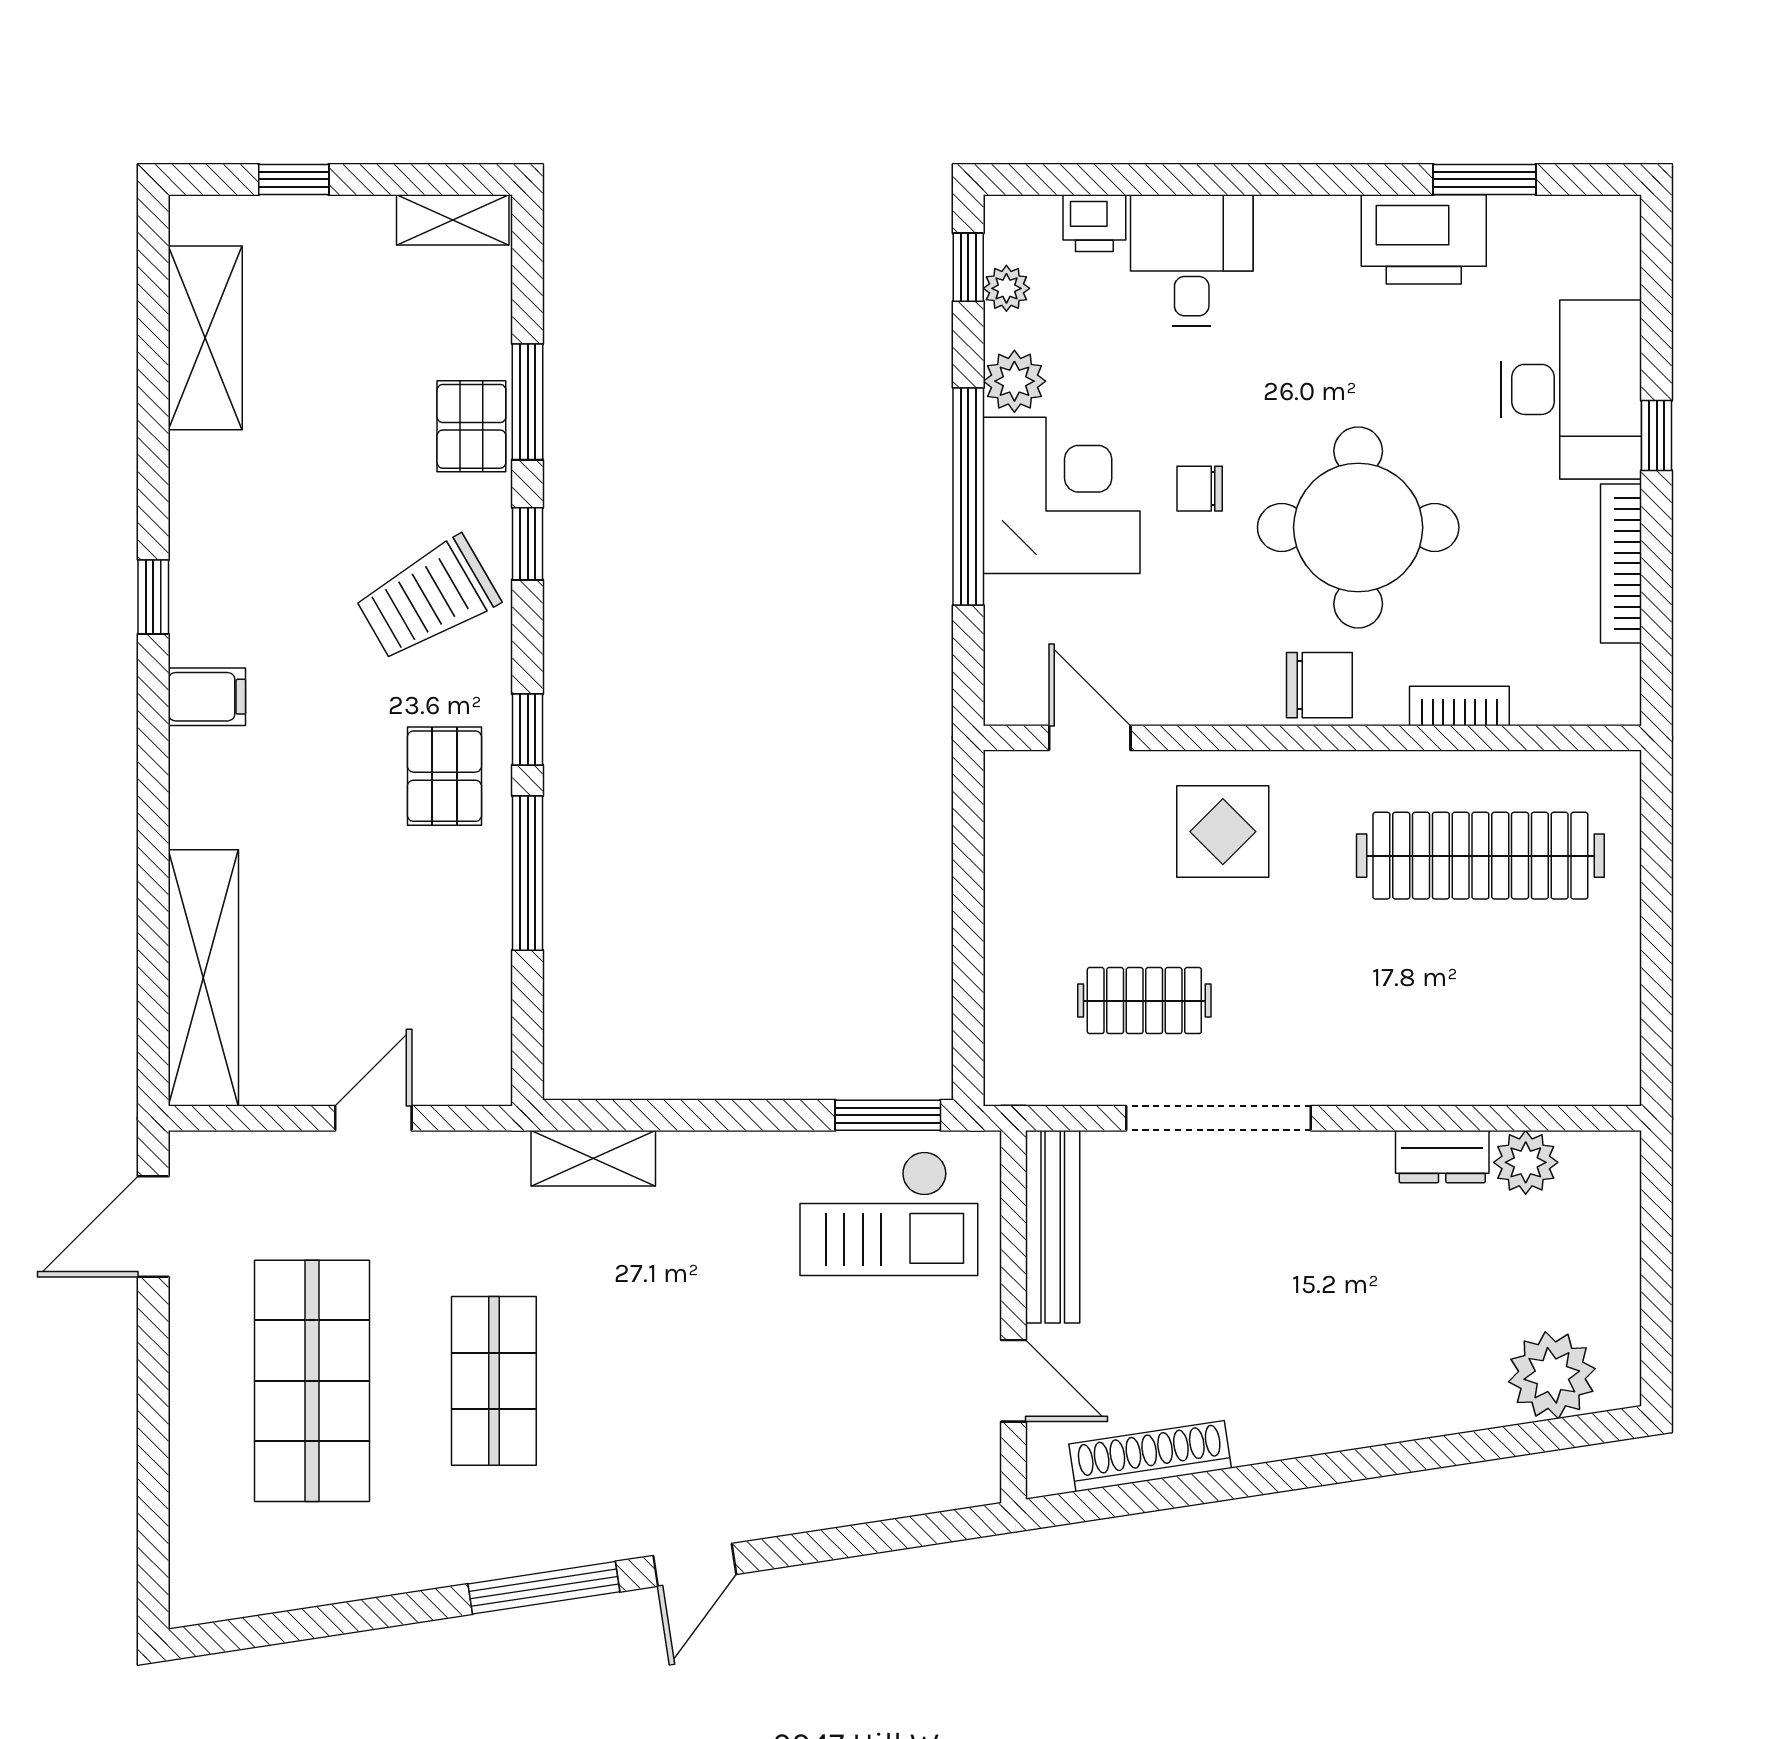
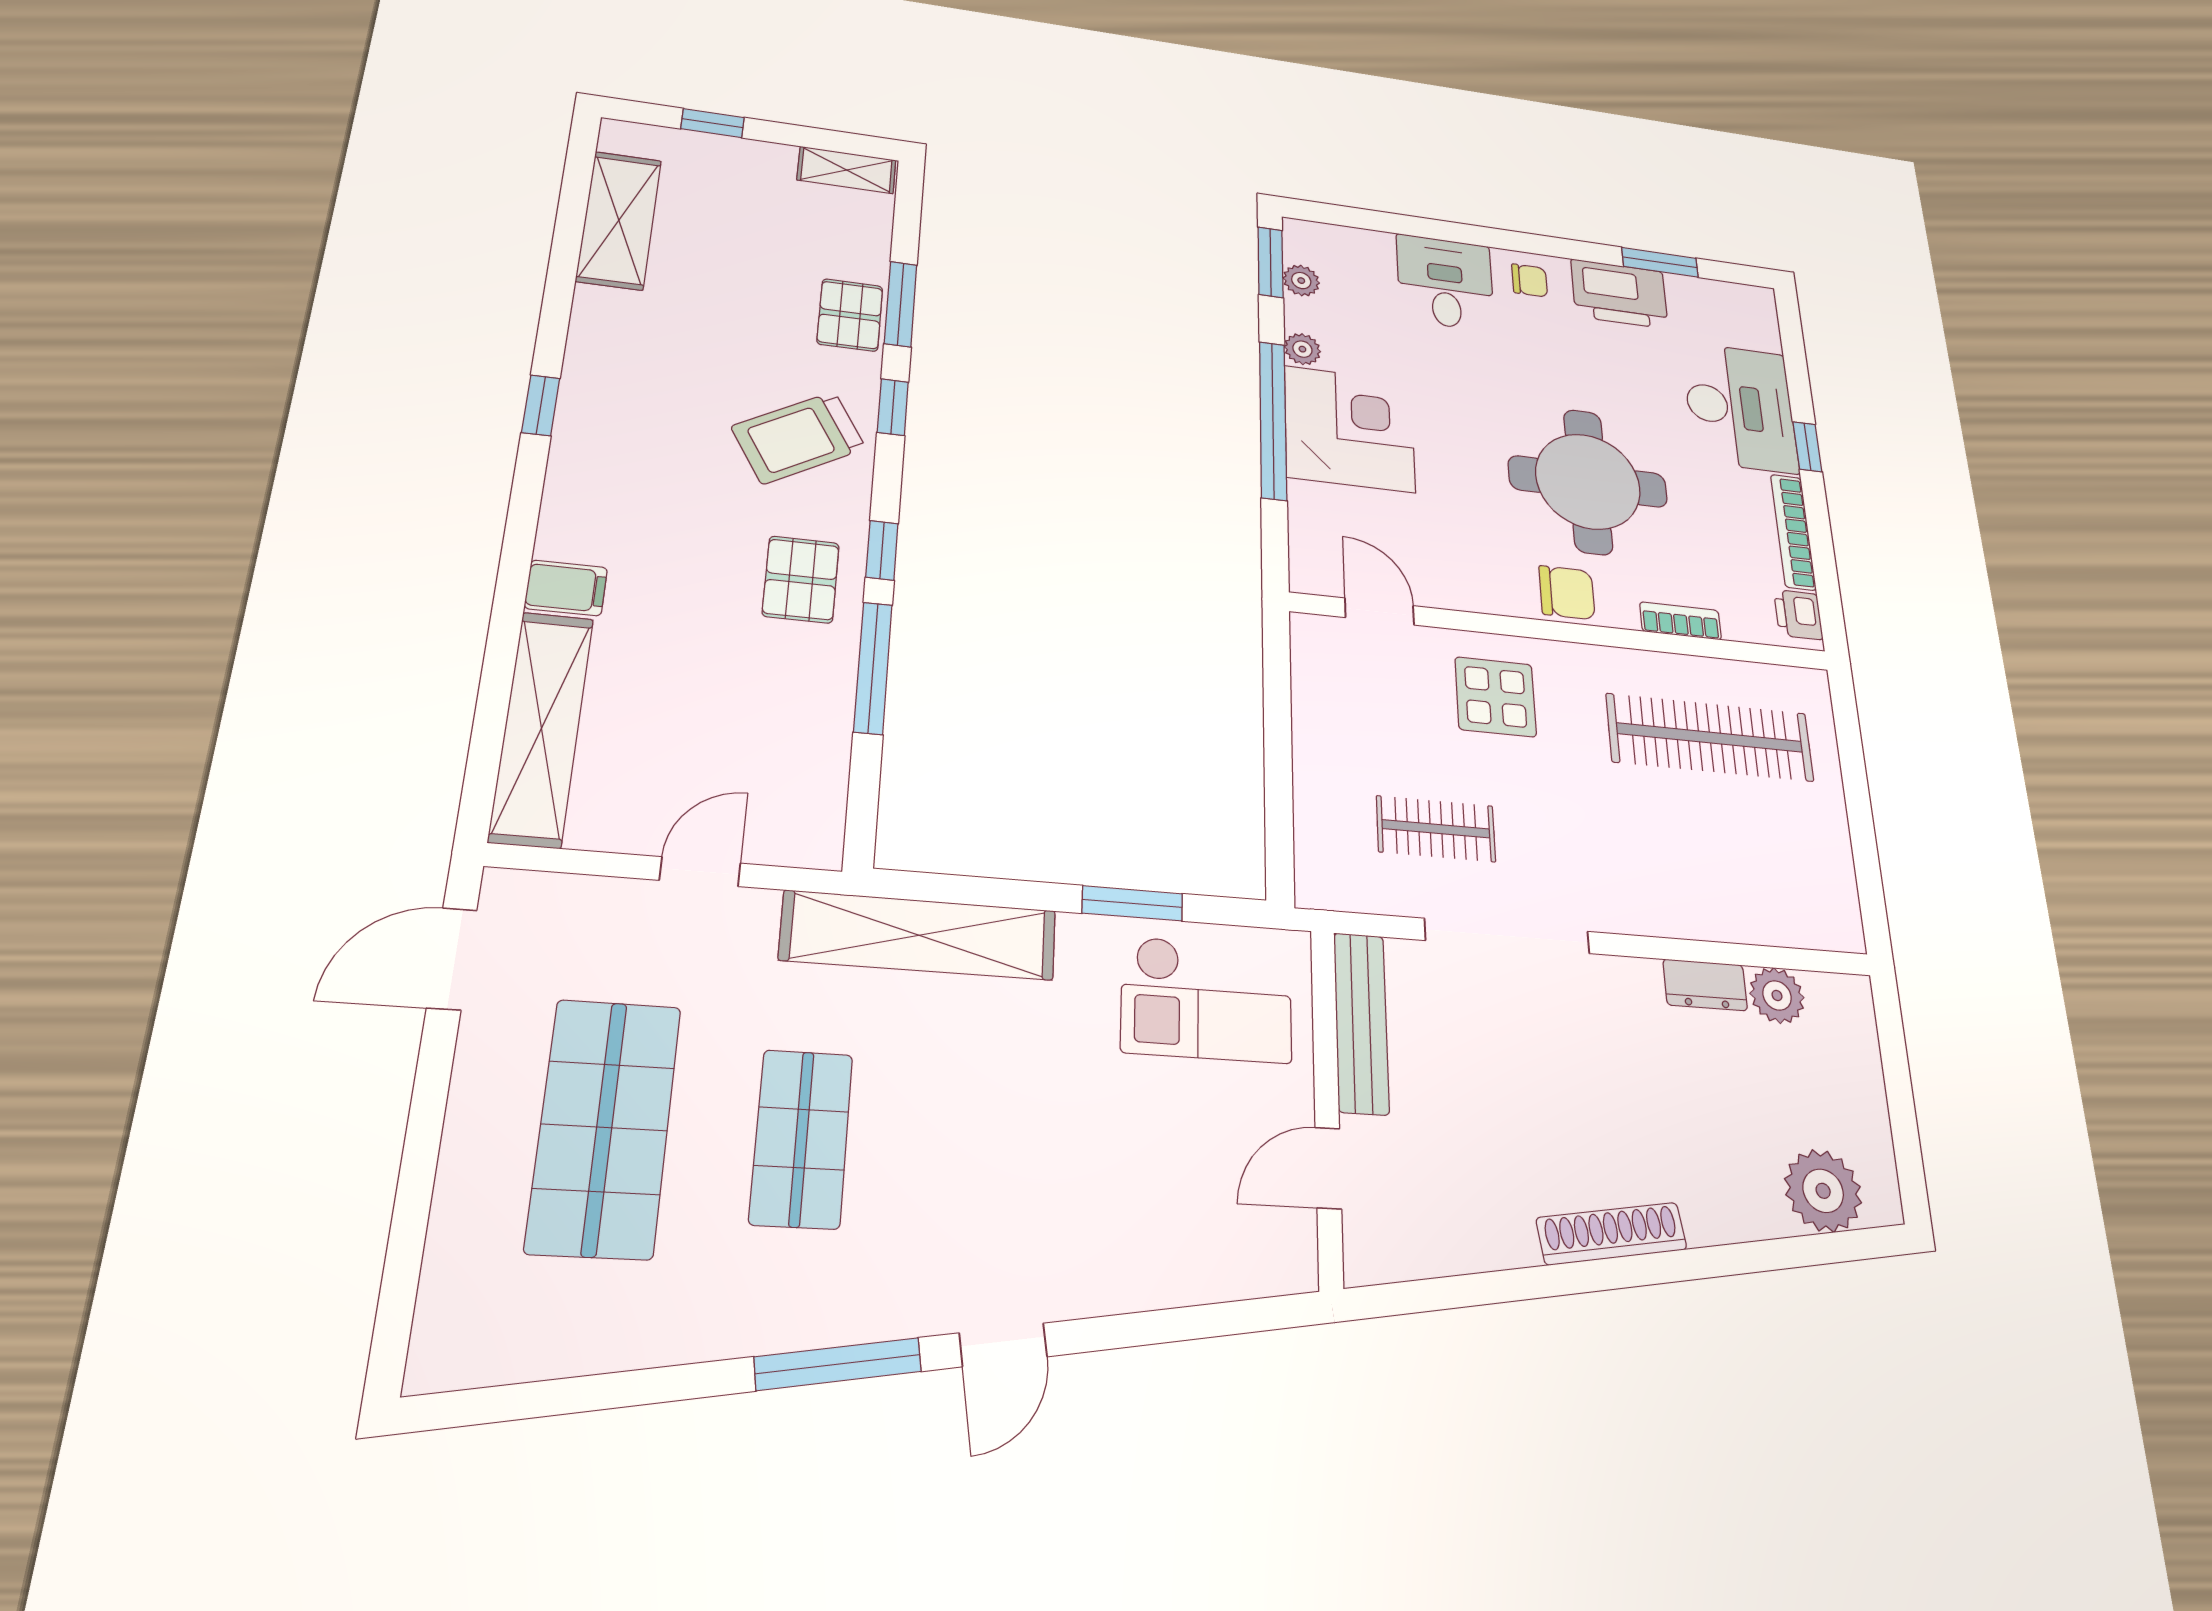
printer: (1094, 223) -> (1798, 615), moved, turned 90
window: (968, 267) -> (1271, 262), width x1.50
plant: (1014, 381) -> (1302, 349), width x0.73, depth x0.73
chair: (1200, 489) -> (1530, 280), moved, turned 180
filing cabinet: (207, 697) -> (566, 588), moved
window: (888, 1115) -> (1132, 903), moved
shelving: (593, 1158) -> (919, 935), width x2.20, depth x1.33
door: (1014, 1381) -> (1328, 1168), swing flipped
shoe rack: (1150, 1456) -> (1612, 1234), moved

